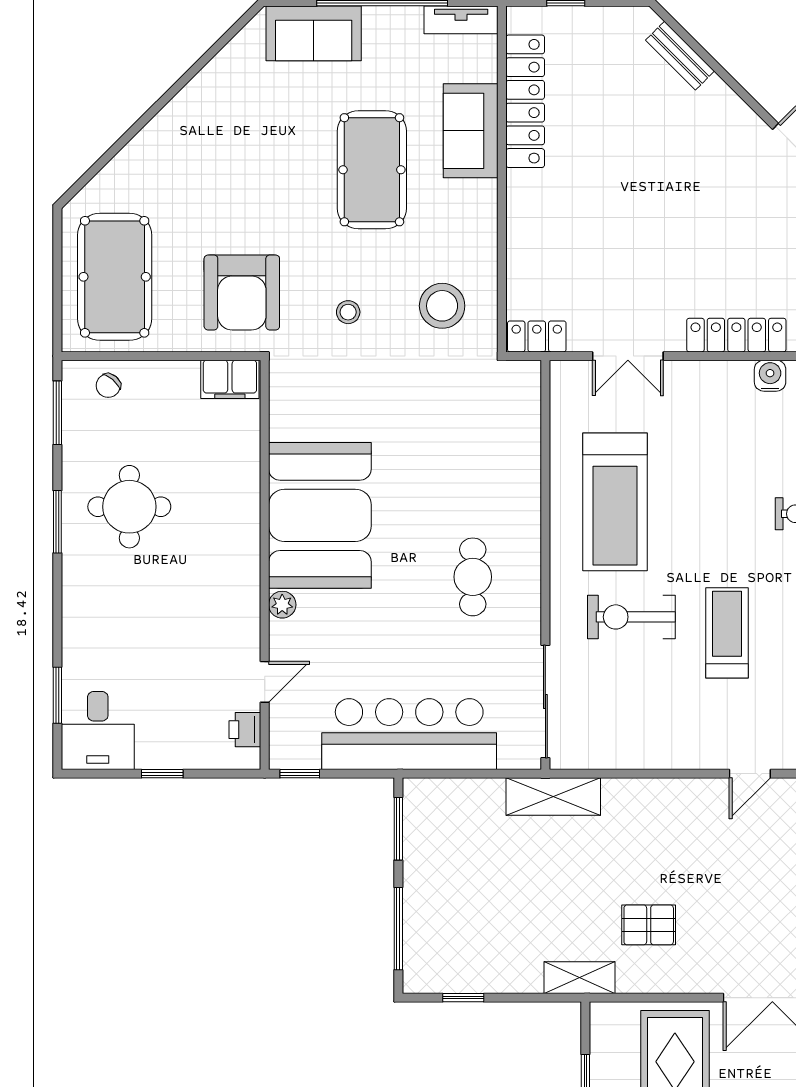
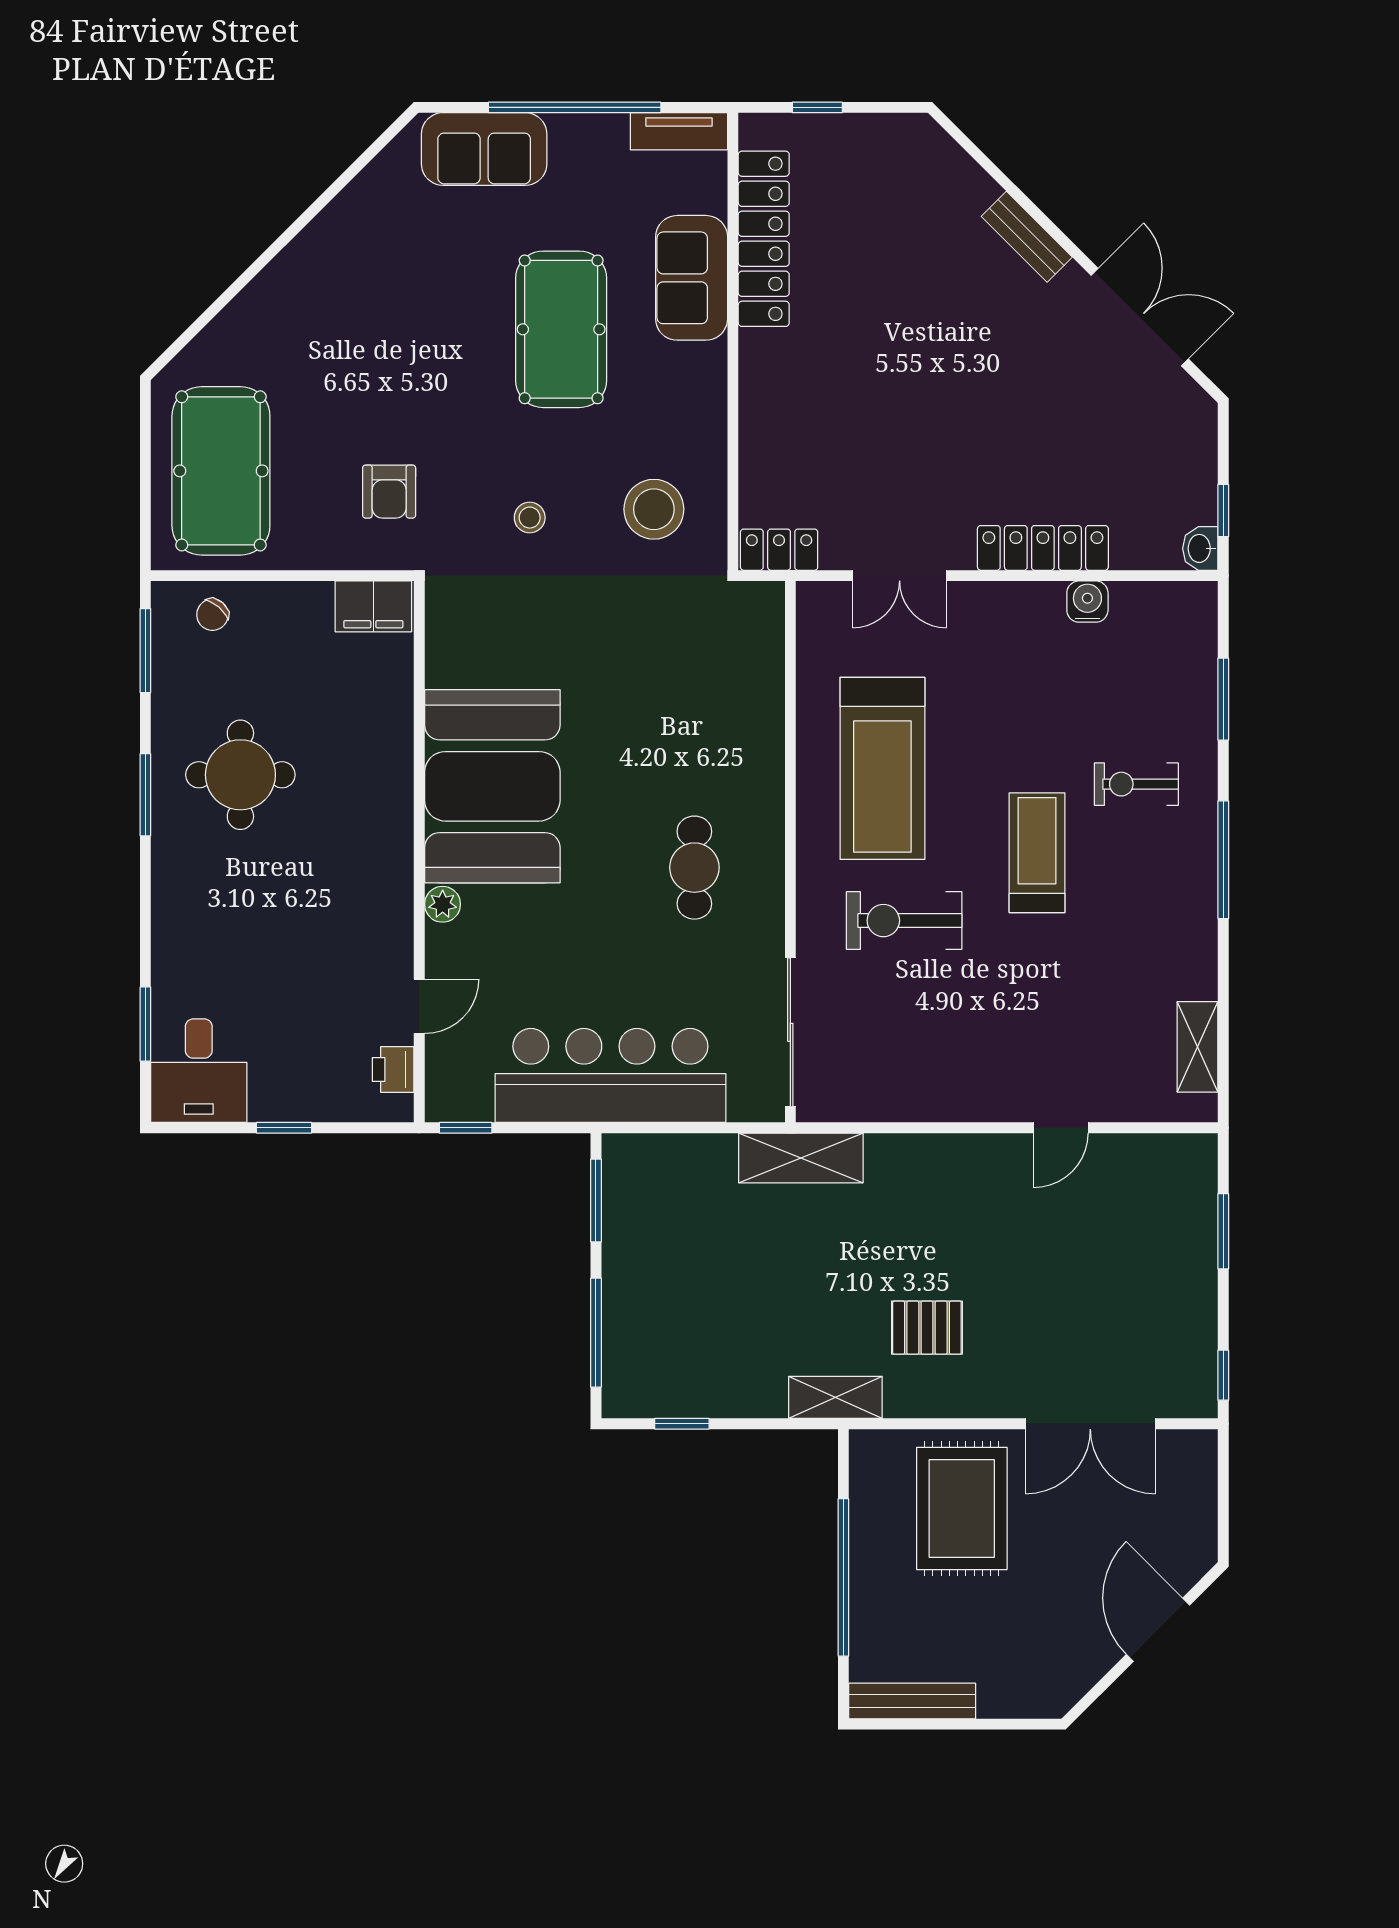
bench: (680, 56) -> (1027, 237), moved
armchair: (242, 292) -> (389, 492), width x0.53, depth x0.53
treadmill: (727, 633) -> (1037, 853), moved

